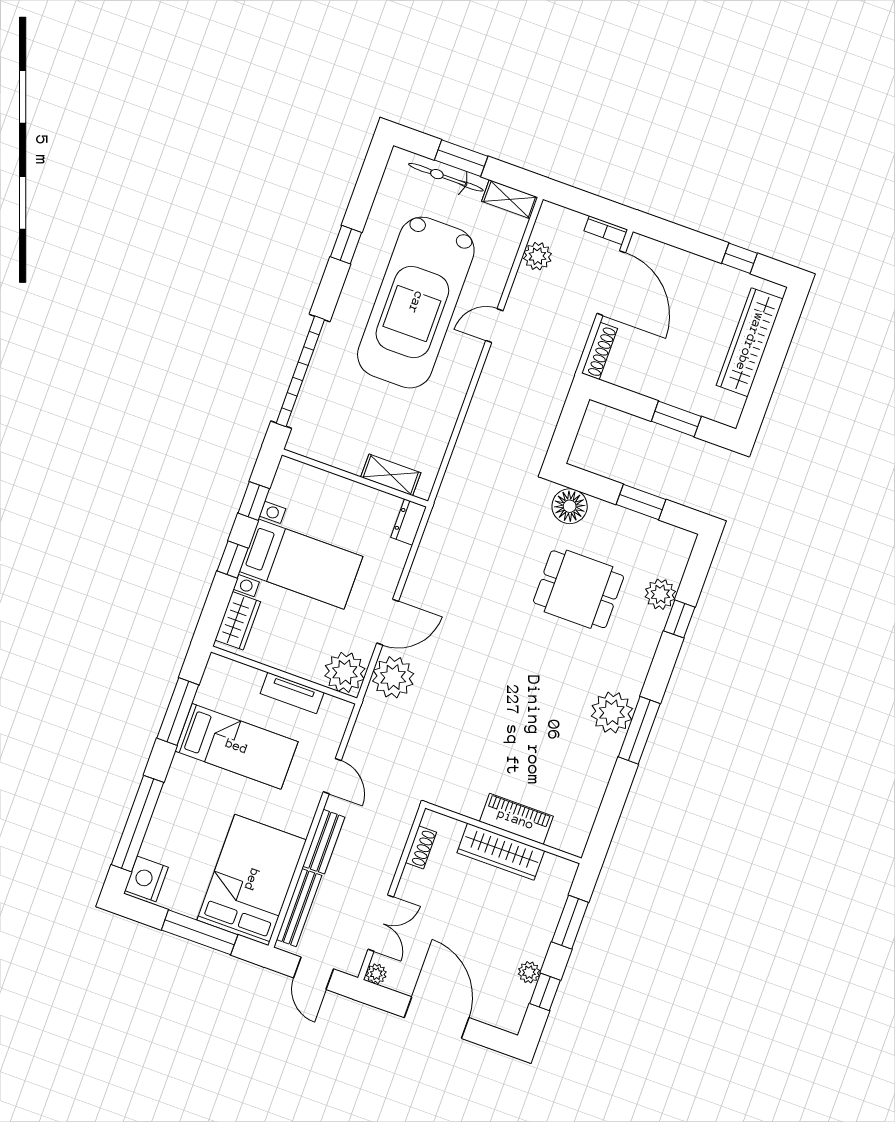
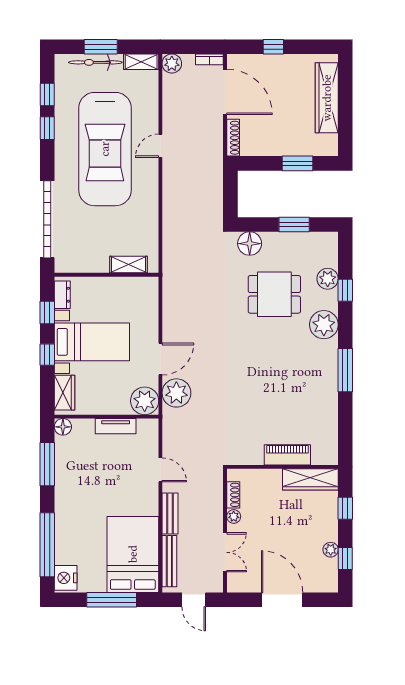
window: (363, 198) -> (47, 95), added
plant: (537, 256) -> (172, 64), moved
window: (739, 258) -> (273, 47), moved
dresser: (409, 522) -> (62, 295), moved, turned 180
floor lamp: (218, 668) -> (63, 427), added
plant: (612, 712) -> (324, 325), moved
bed: (237, 746) -> (93, 473), removed
wardrobe: (501, 852) -> (310, 479), moved
window: (570, 922) -> (345, 508), width x0.67
plant: (376, 974) -> (234, 516), moved

